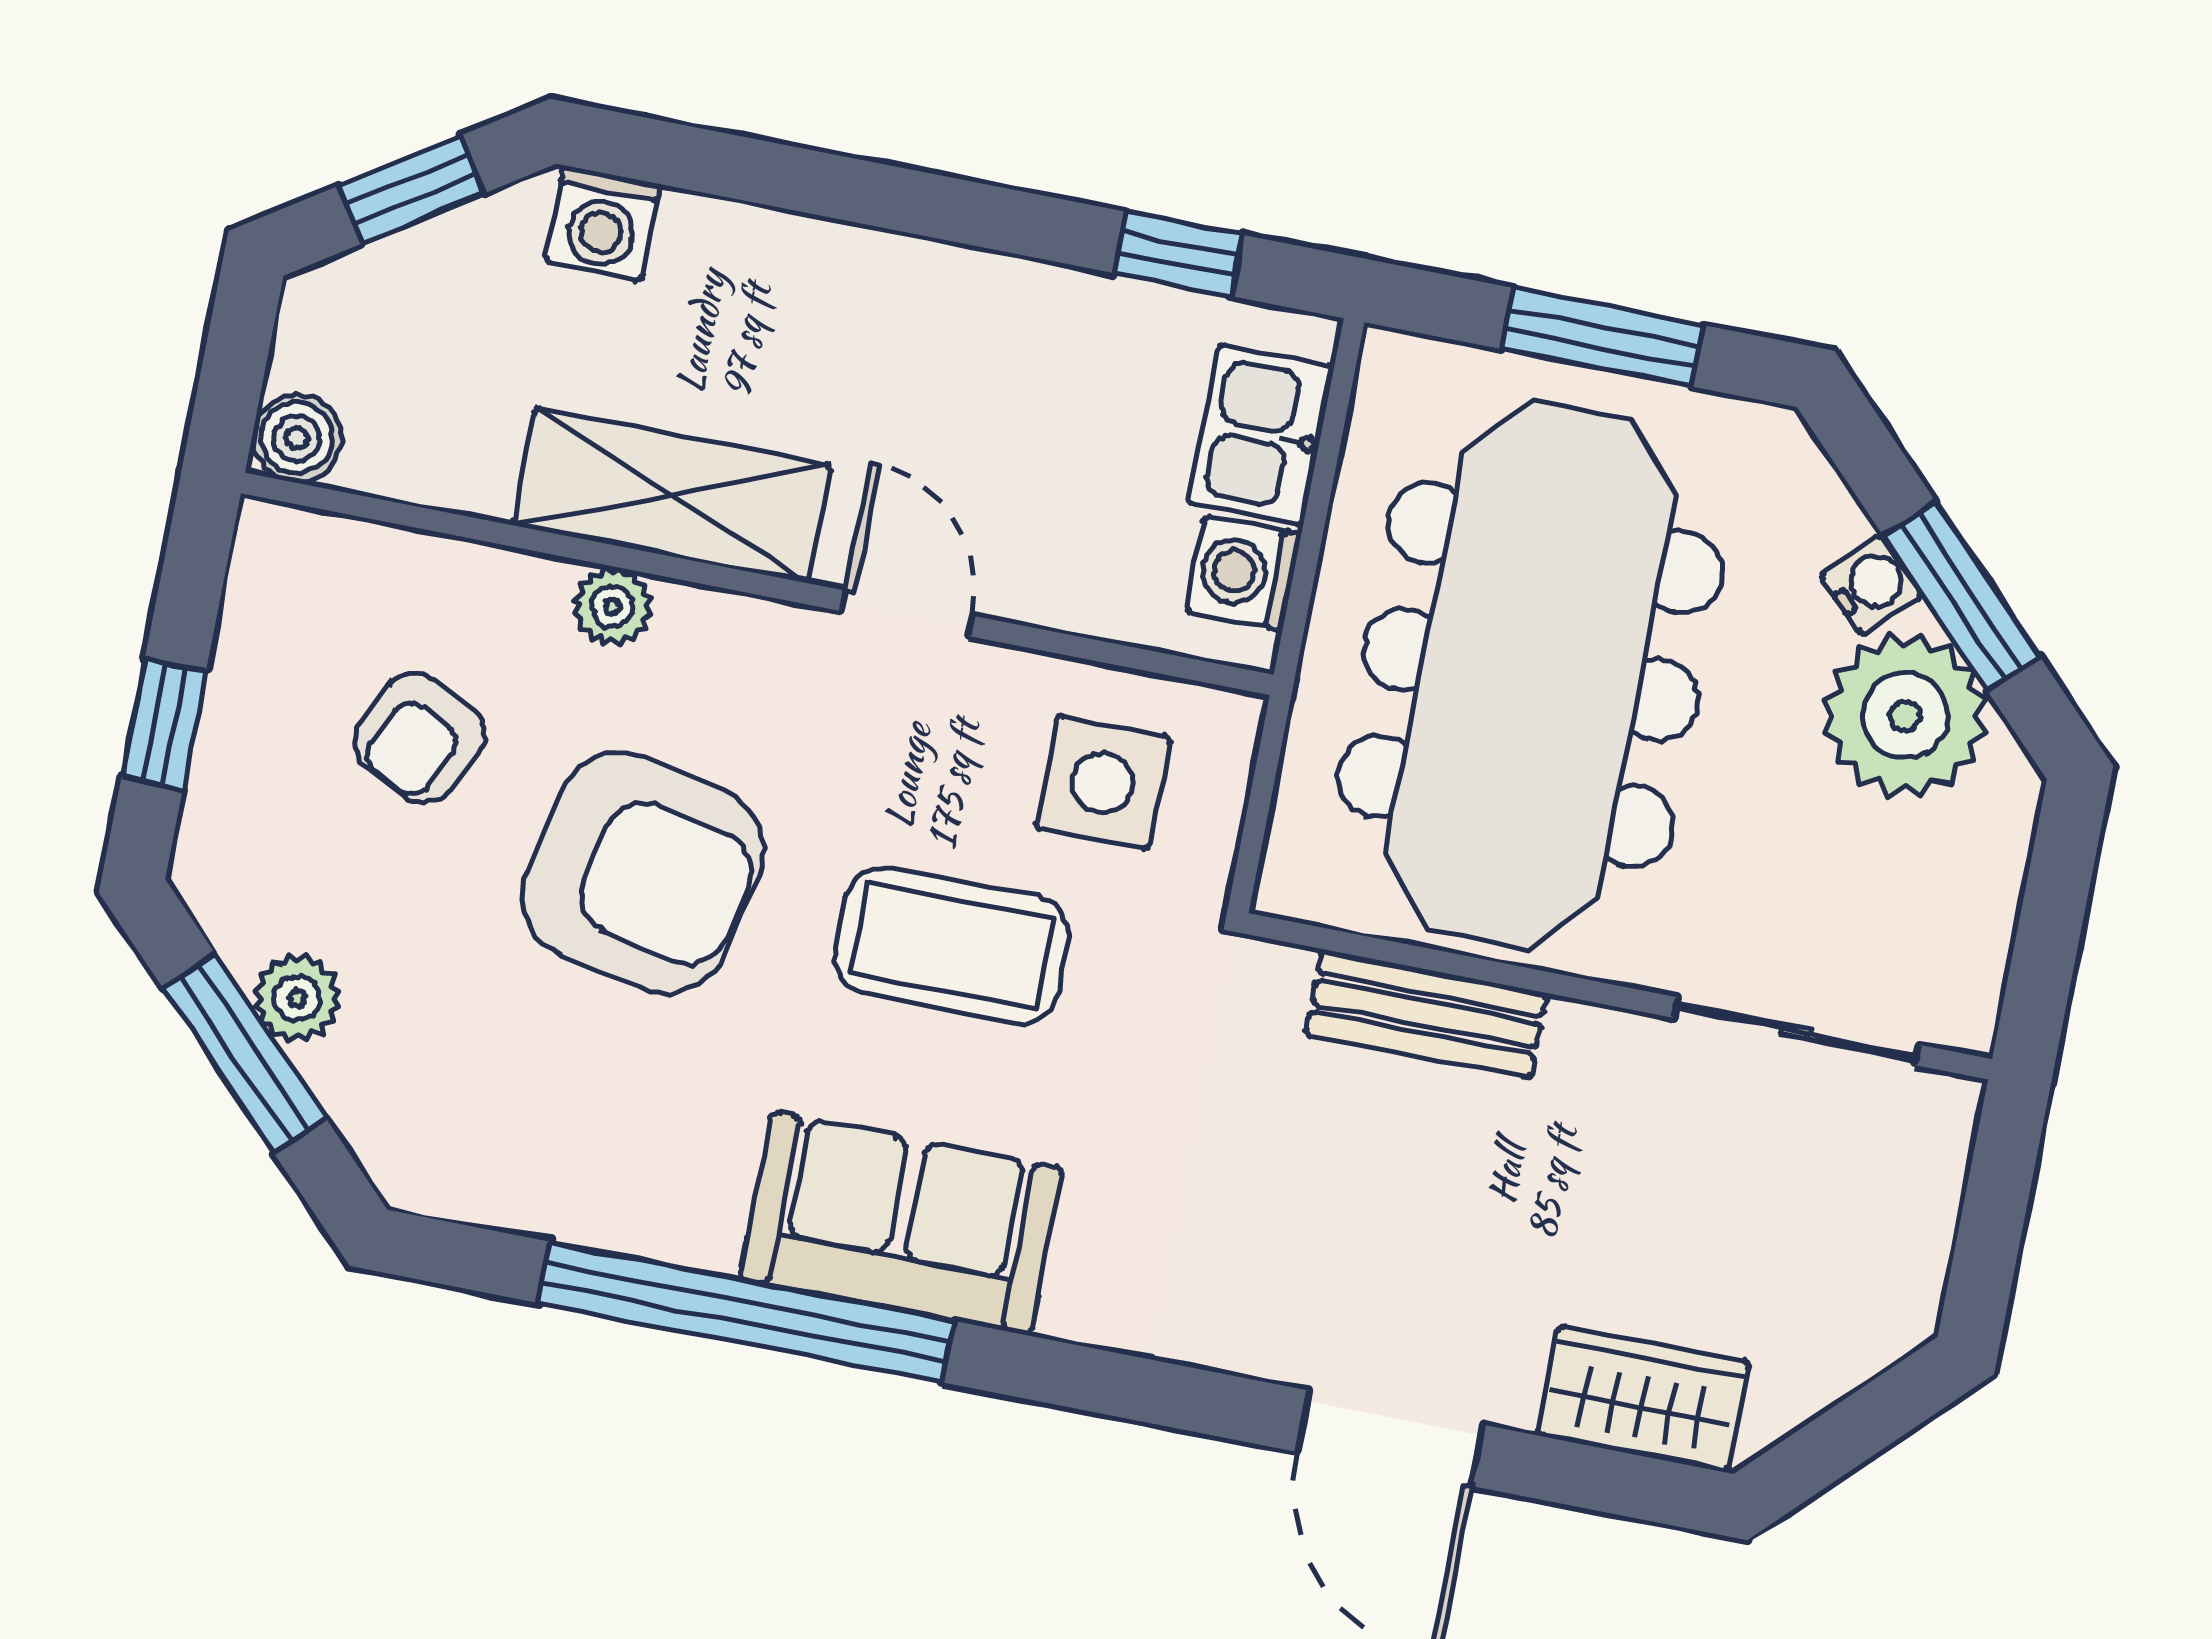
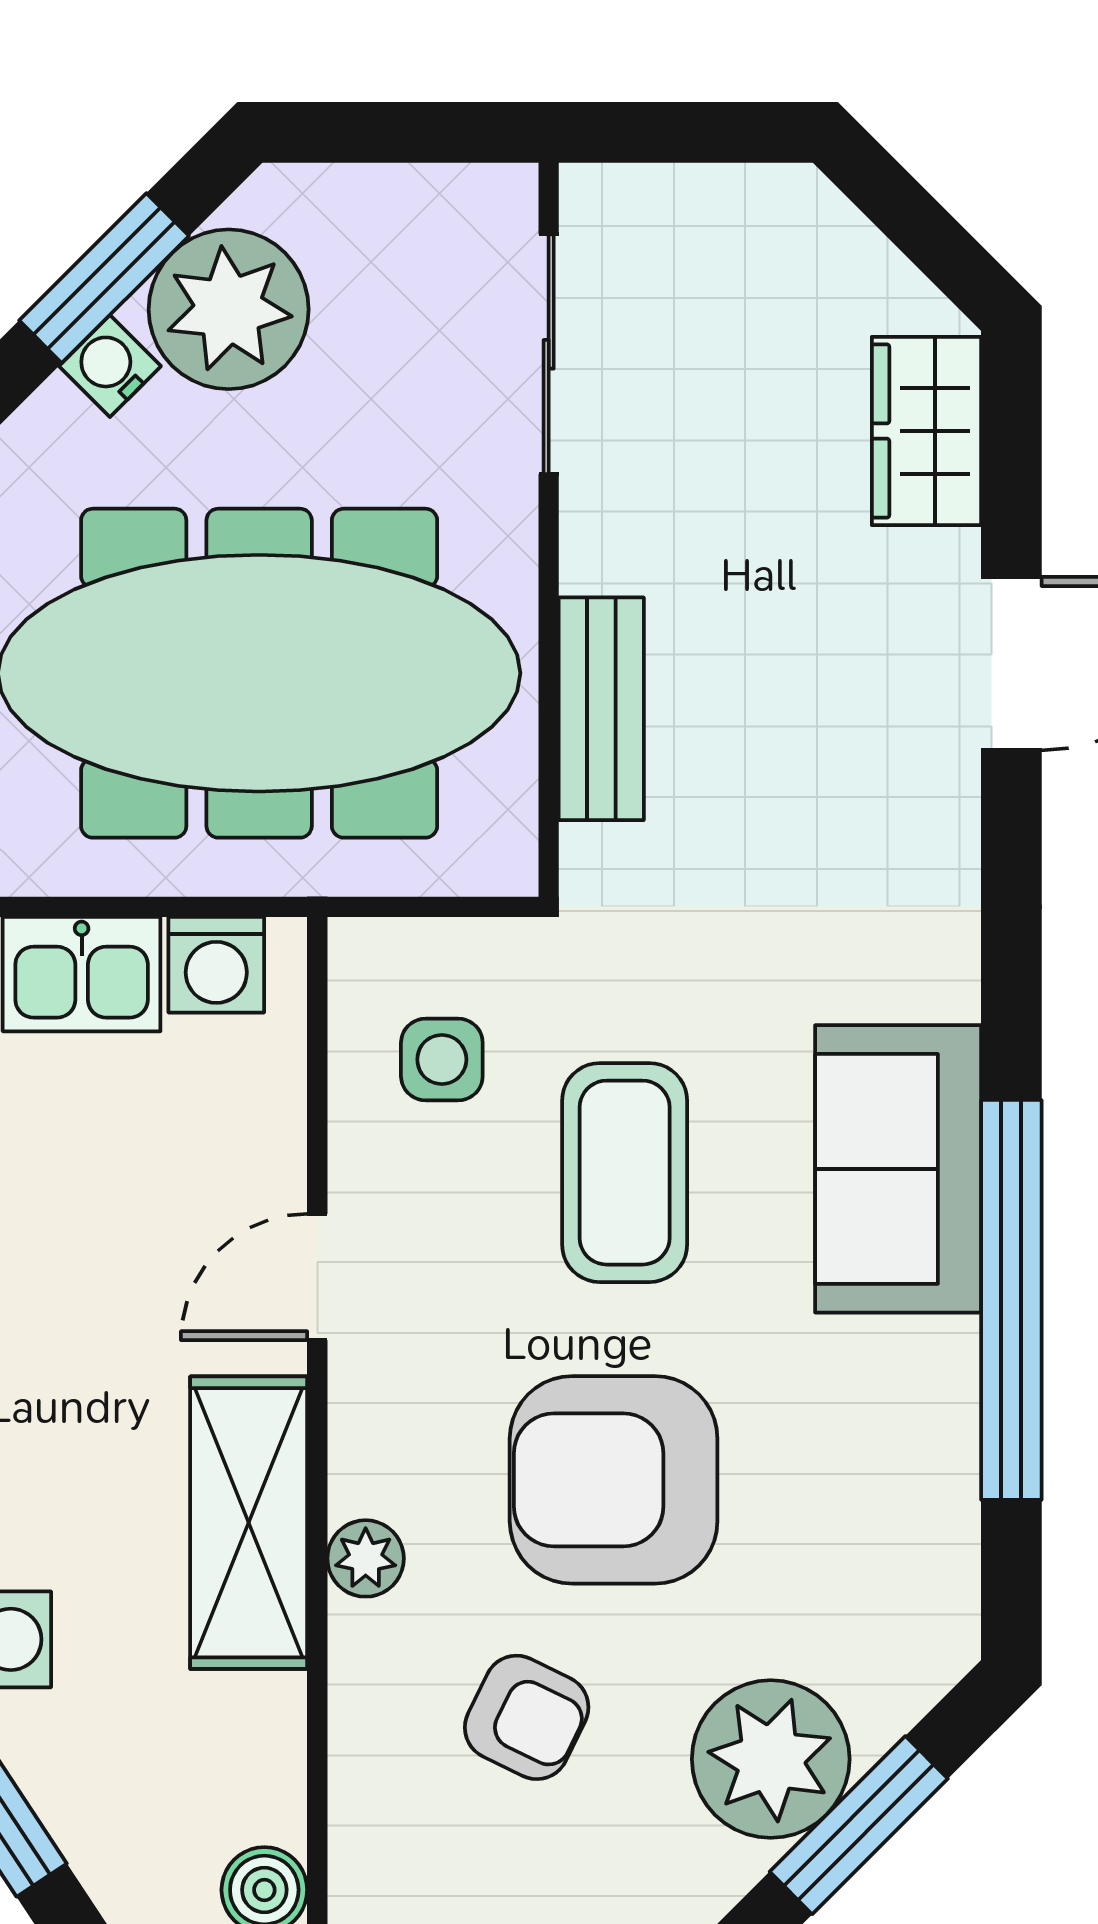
side table: (1103, 783) -> (442, 1059), width x0.73, depth x0.73
armchair: (643, 873) -> (614, 1480), turned -102
plant: (297, 998) -> (771, 1759), width x1.87, depth x1.87

